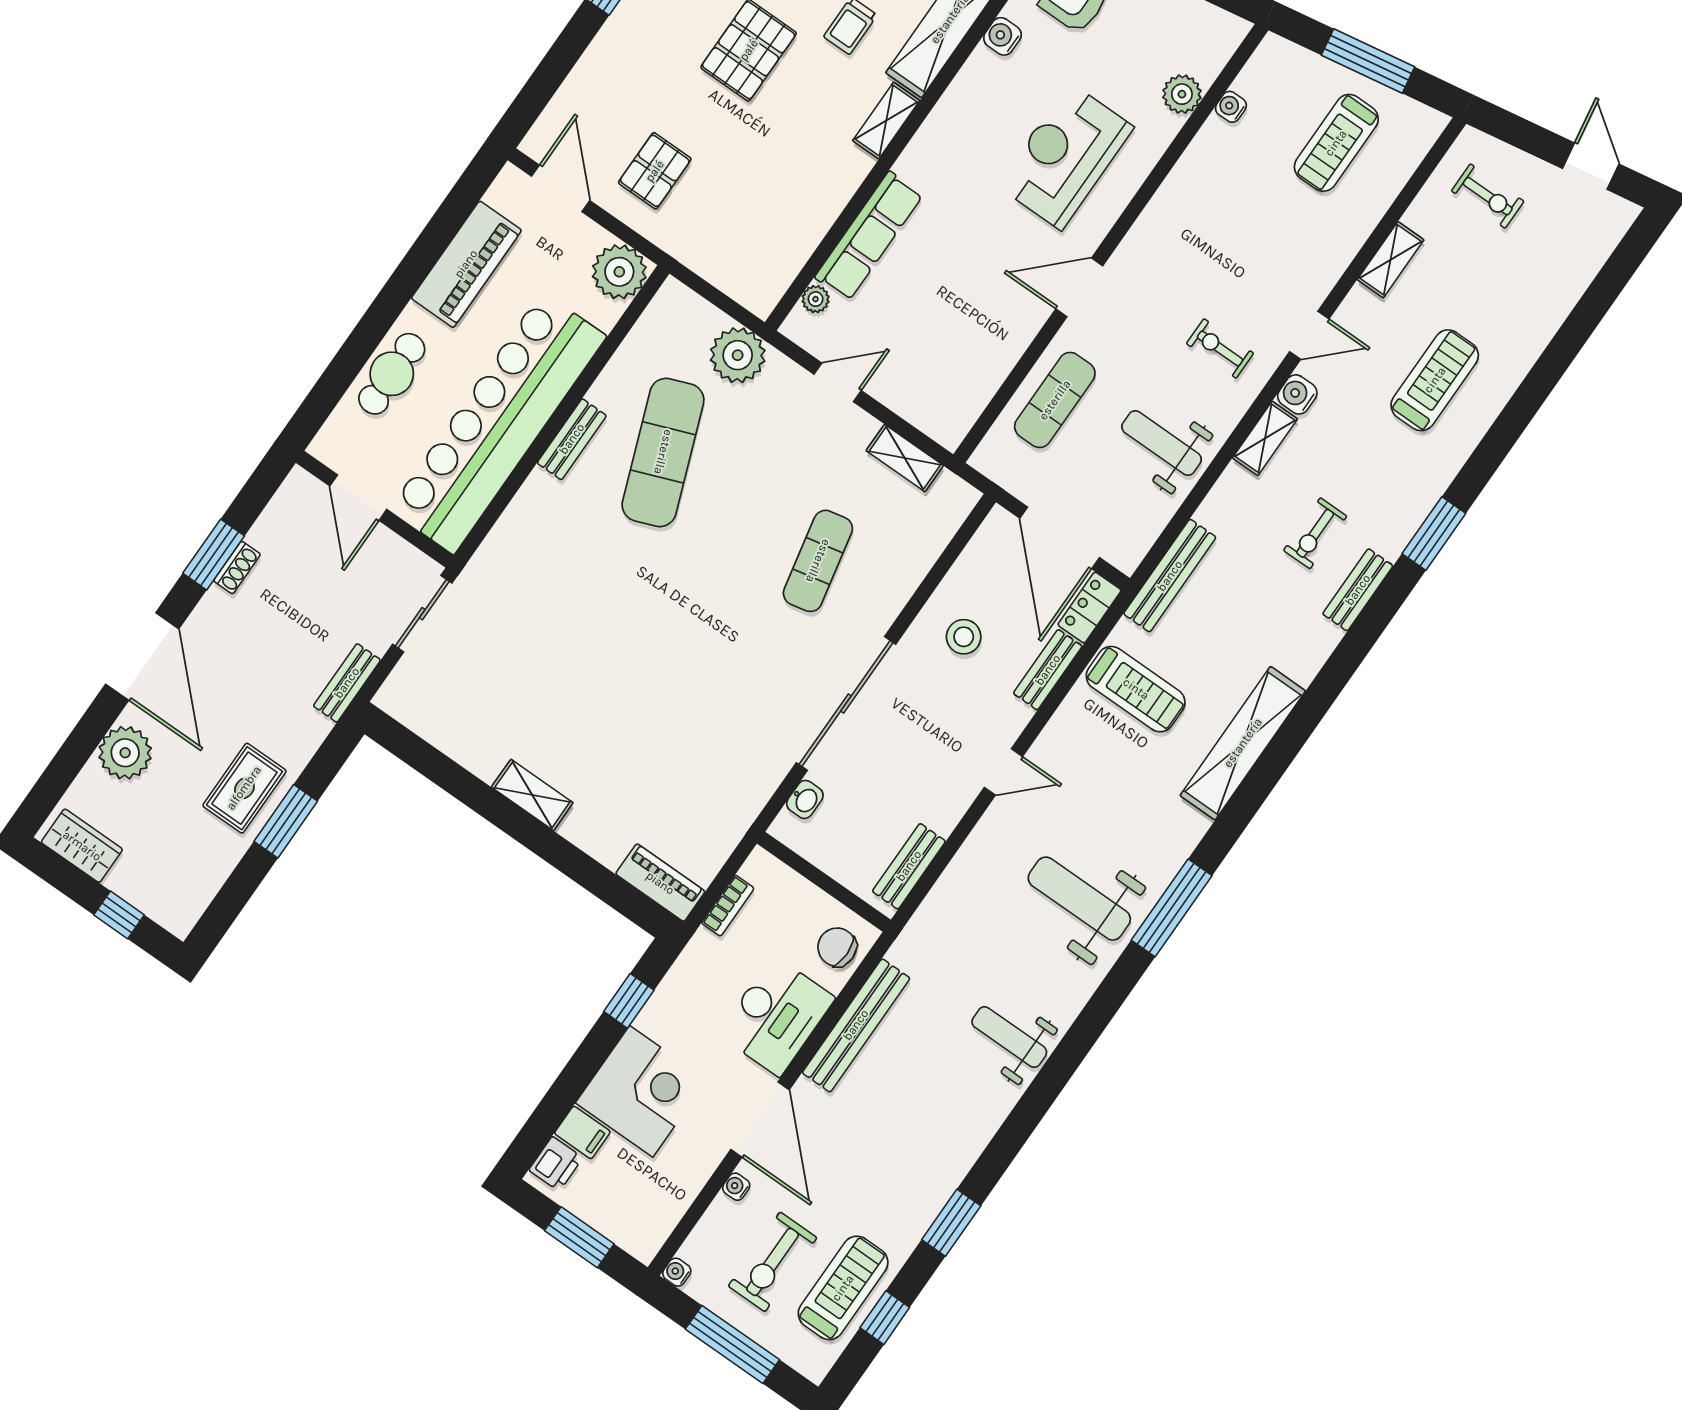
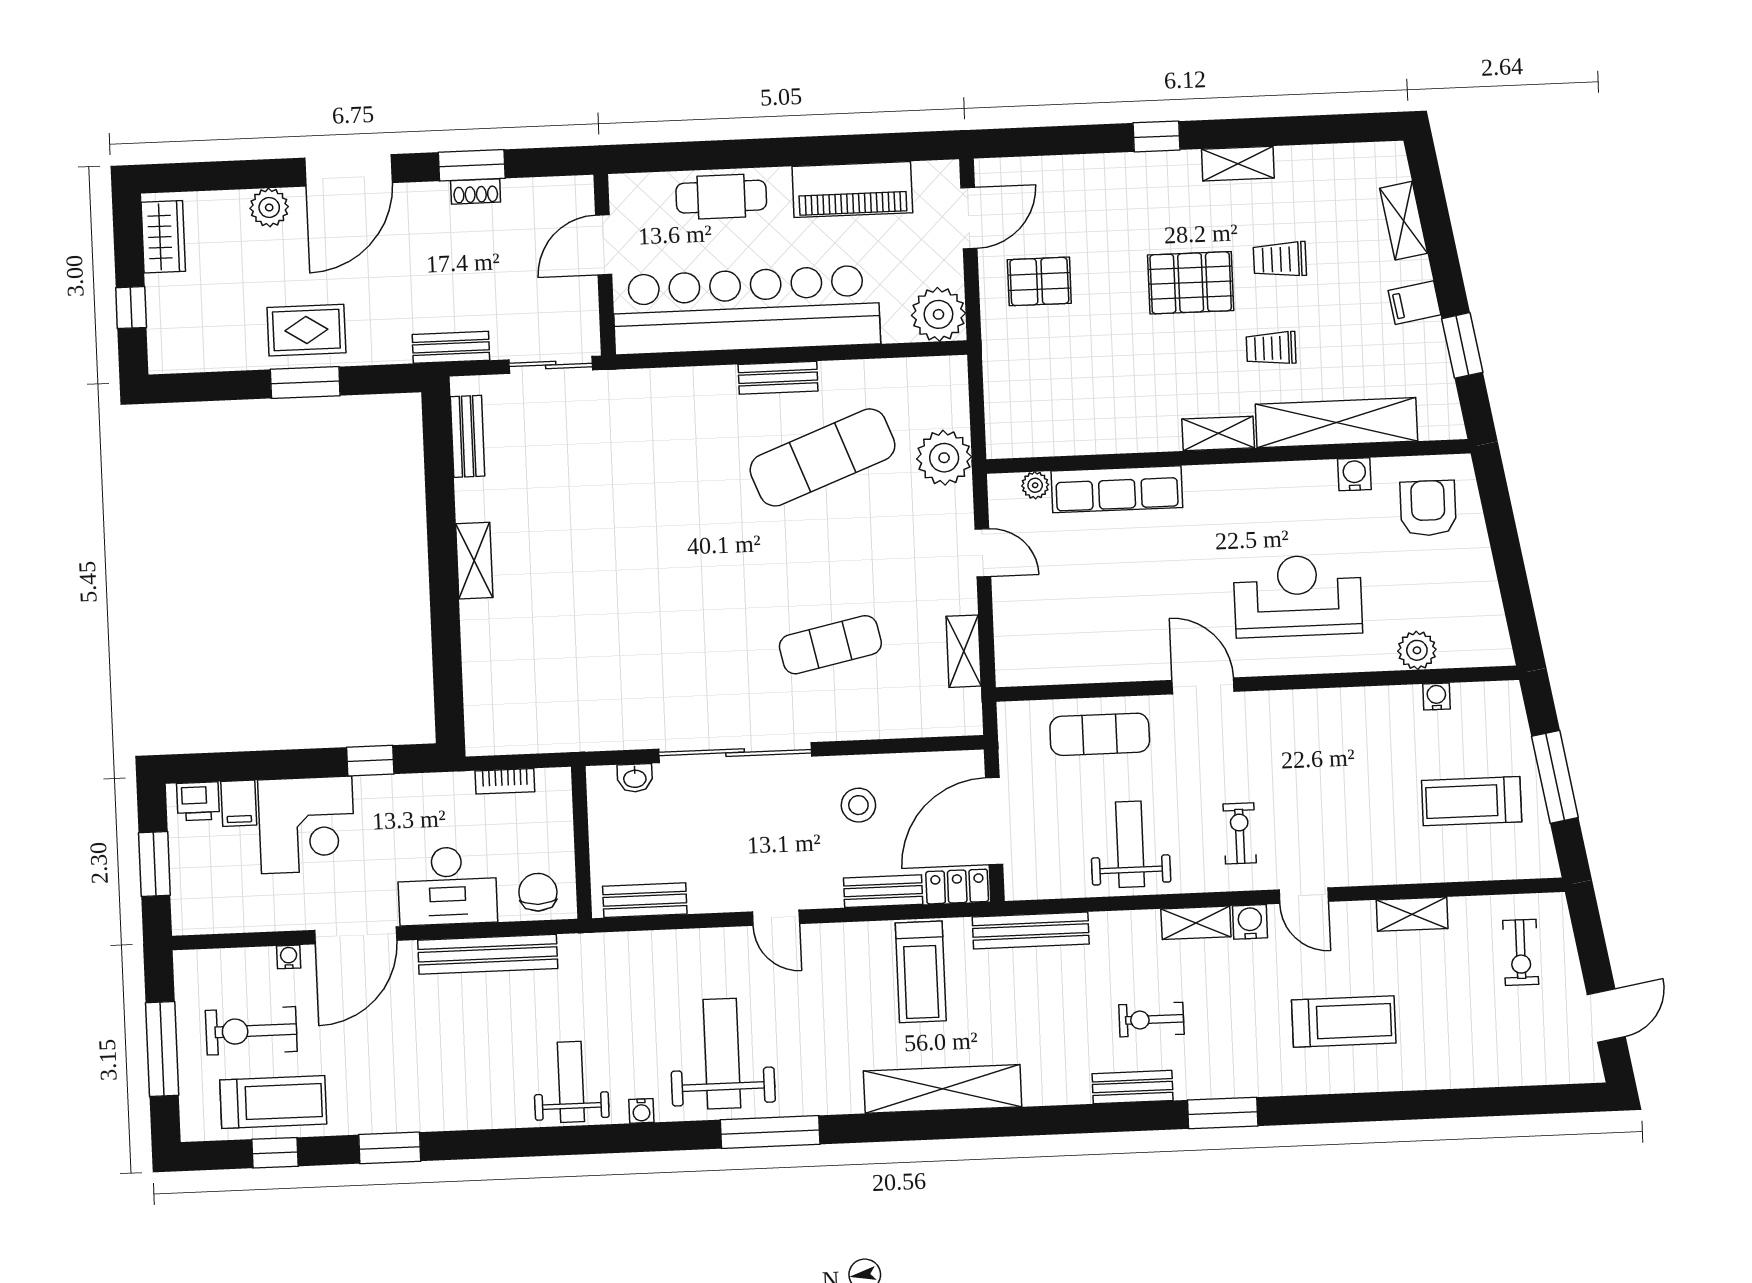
bench: (428, 724) -> (468, 436), added
plant: (125, 753) -> (269, 208), width x0.73, depth x0.73
piano: (660, 883) -> (482, 714), removed
water cooler: (677, 1272) -> (641, 1111), moved, turned 180

